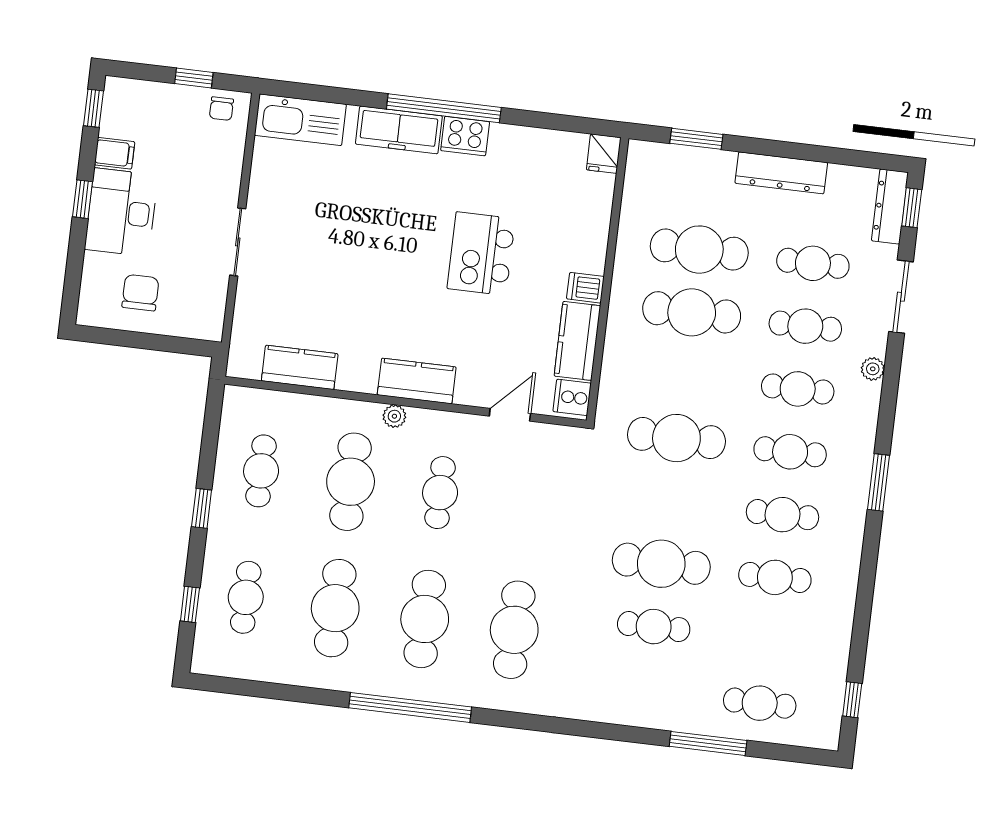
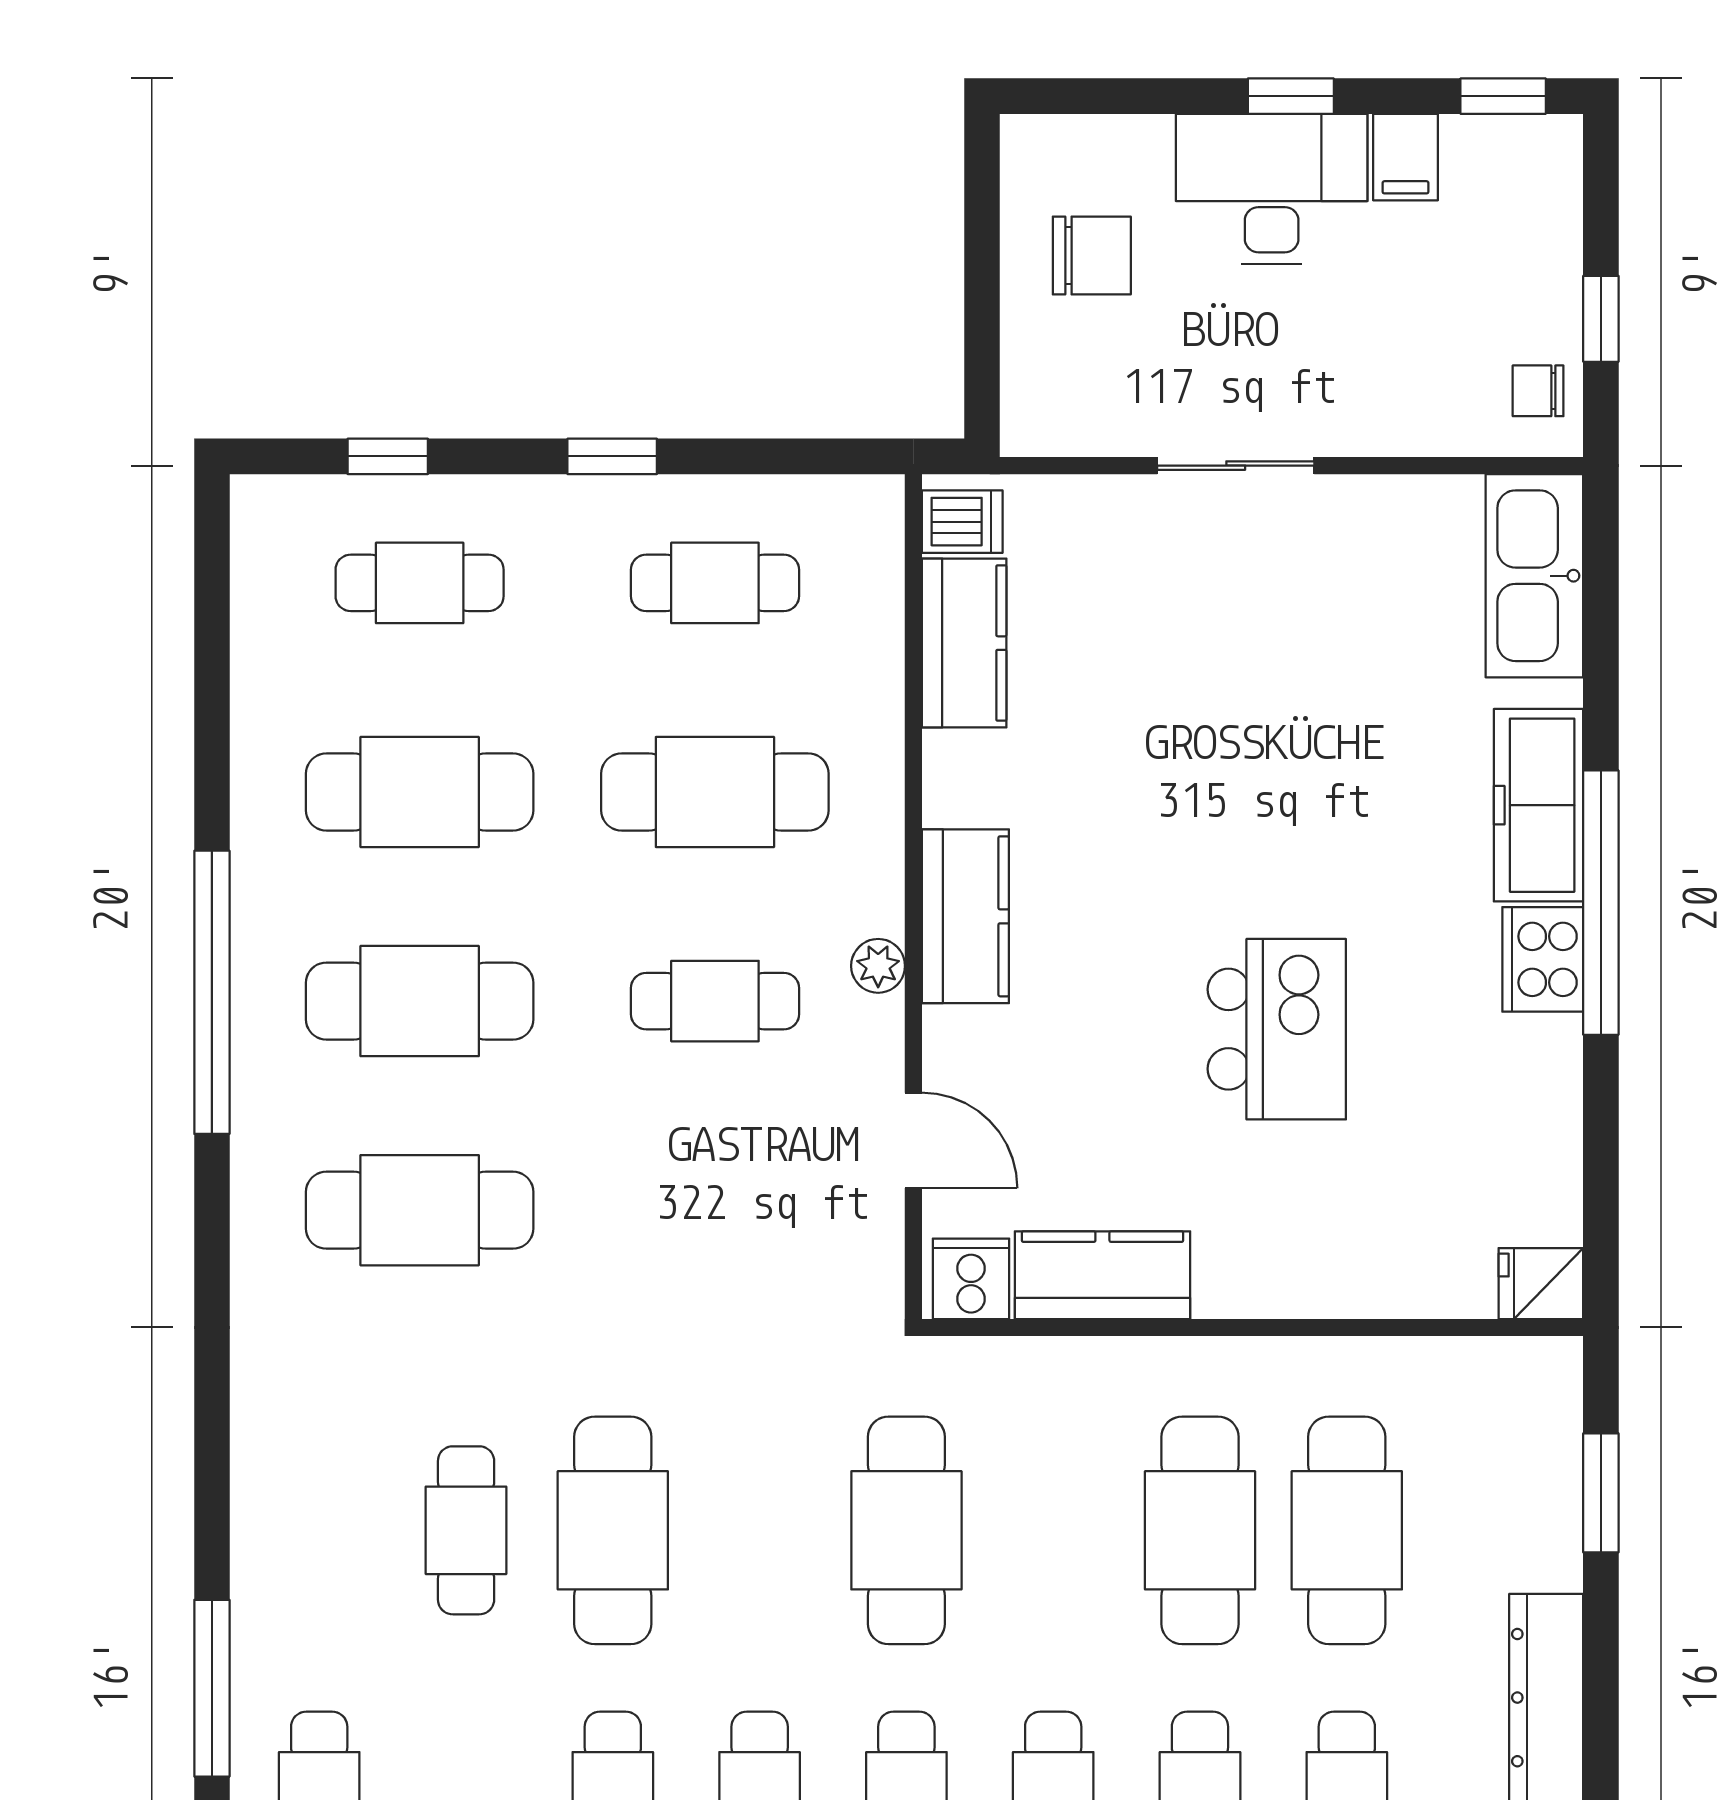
kitchen island: (481, 254) -> (1277, 1029), turned 90
dishwasher: (585, 288) -> (962, 522), moved, turned 90
plant: (394, 416) -> (878, 966), moved

